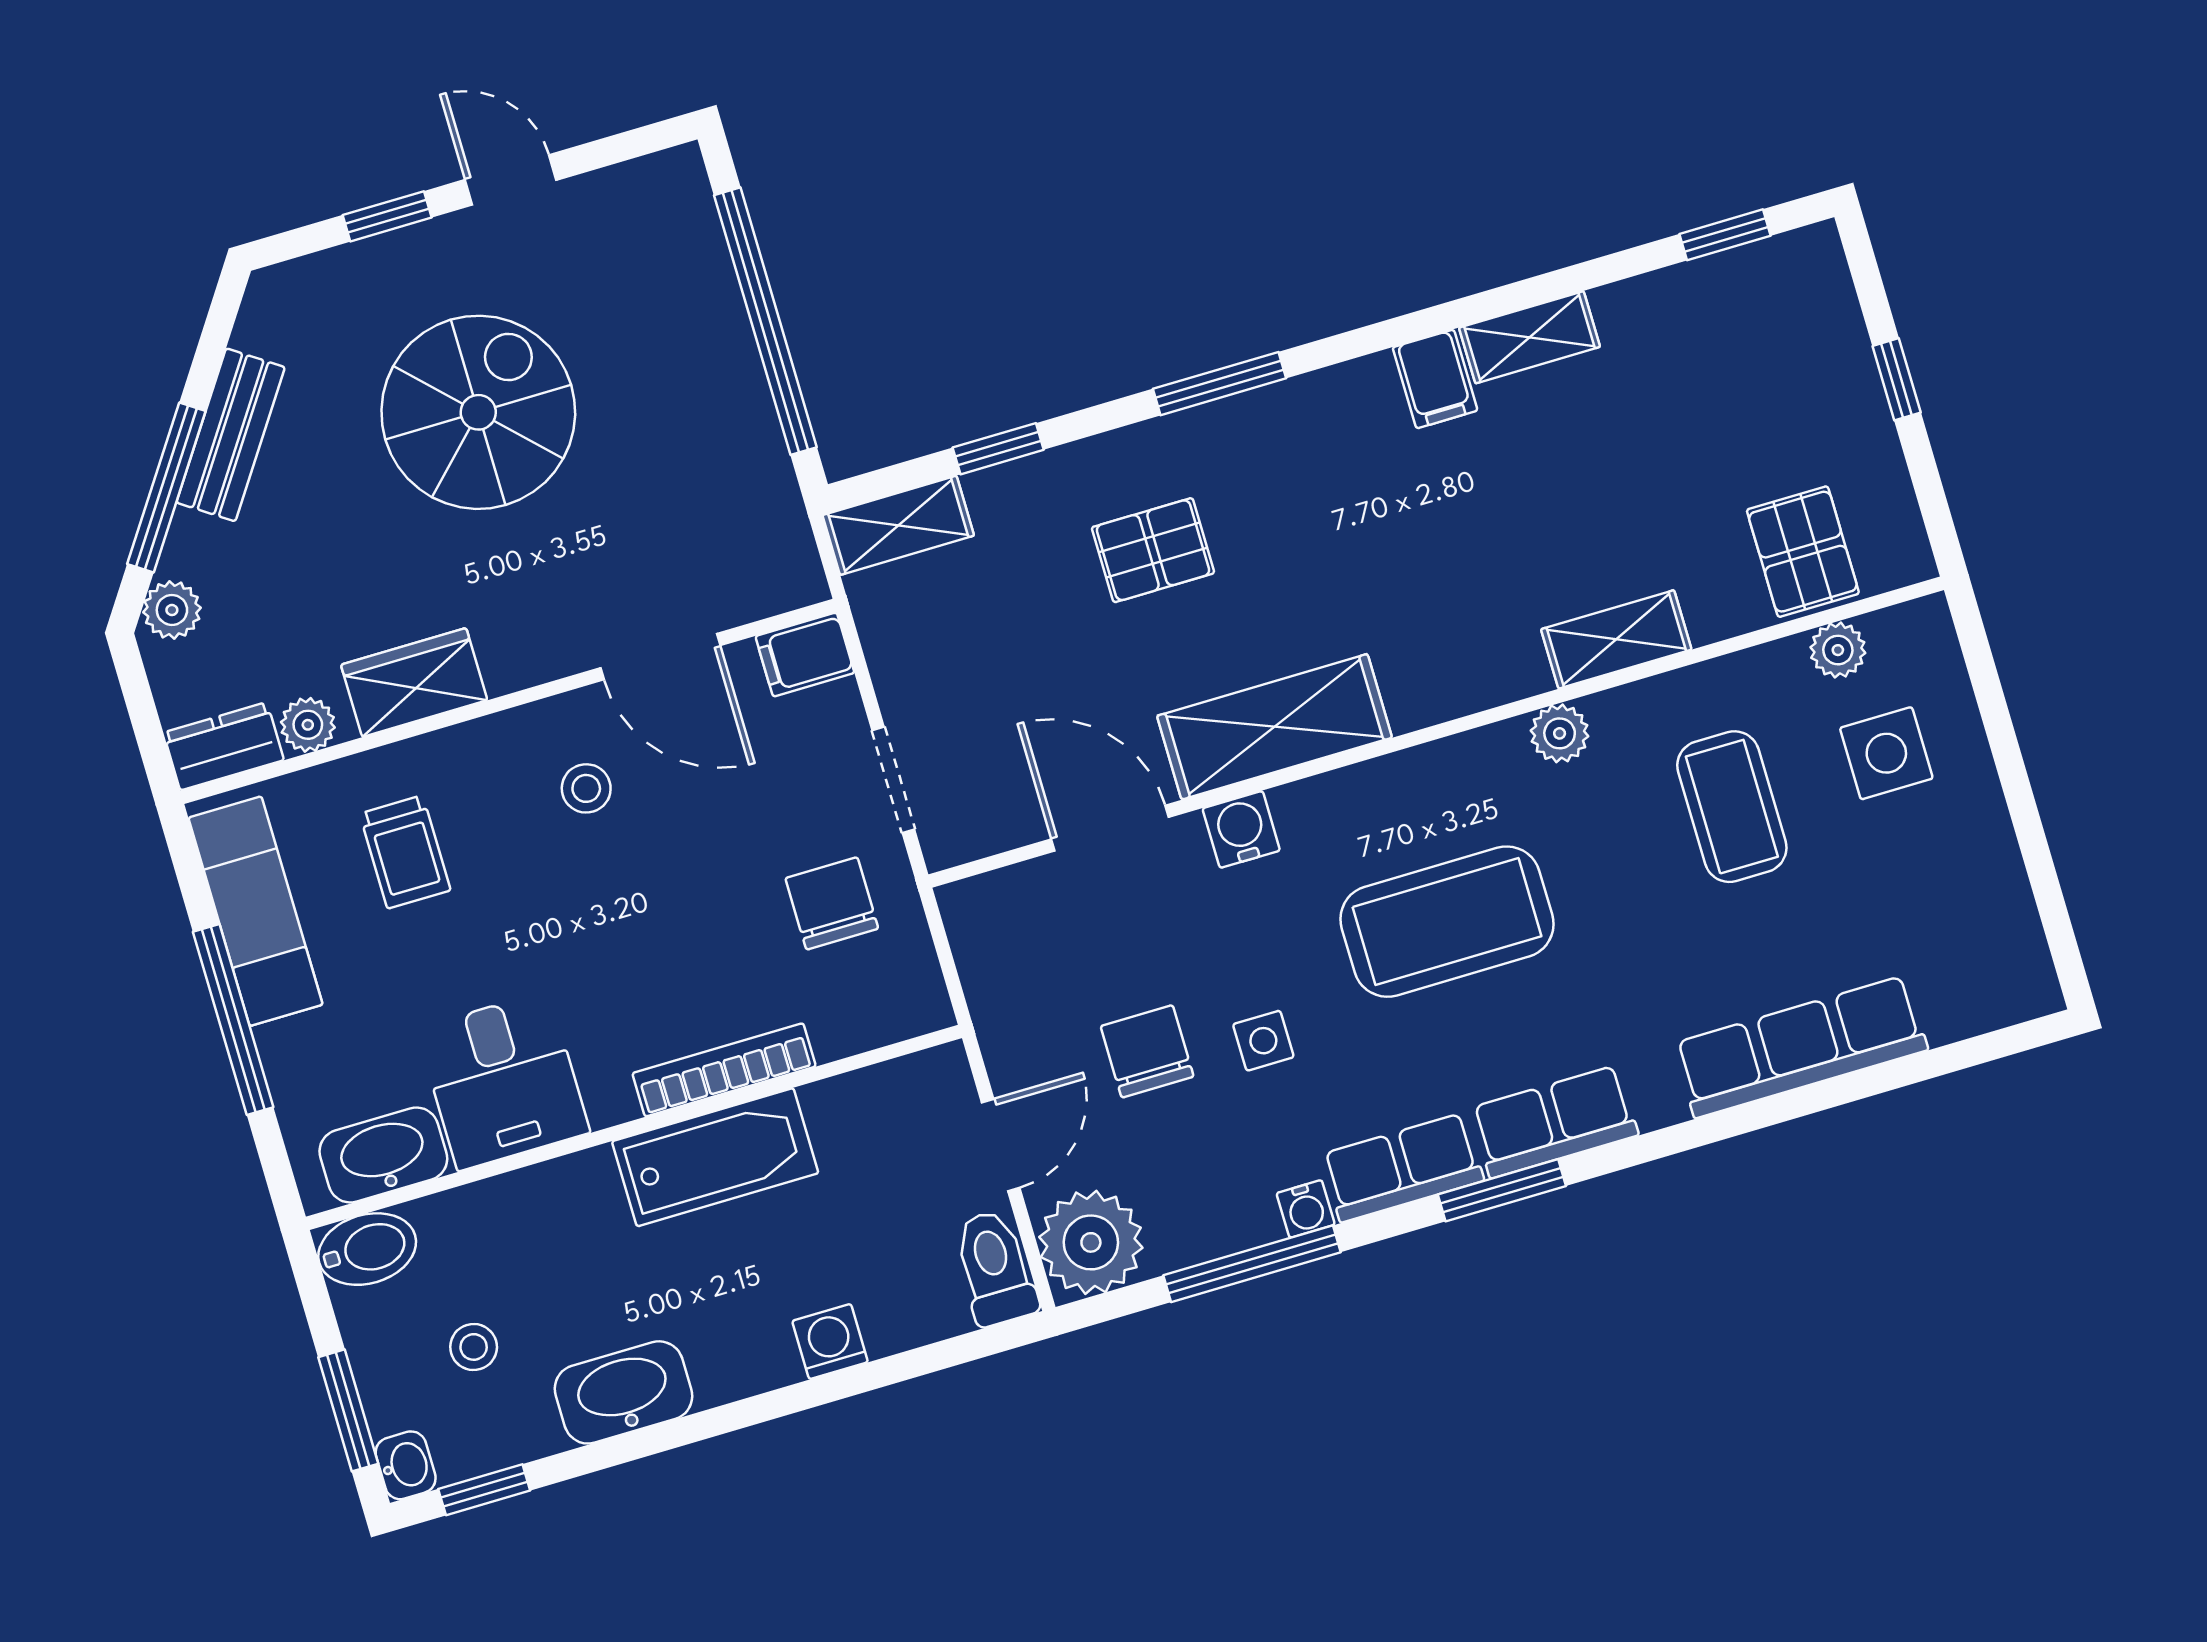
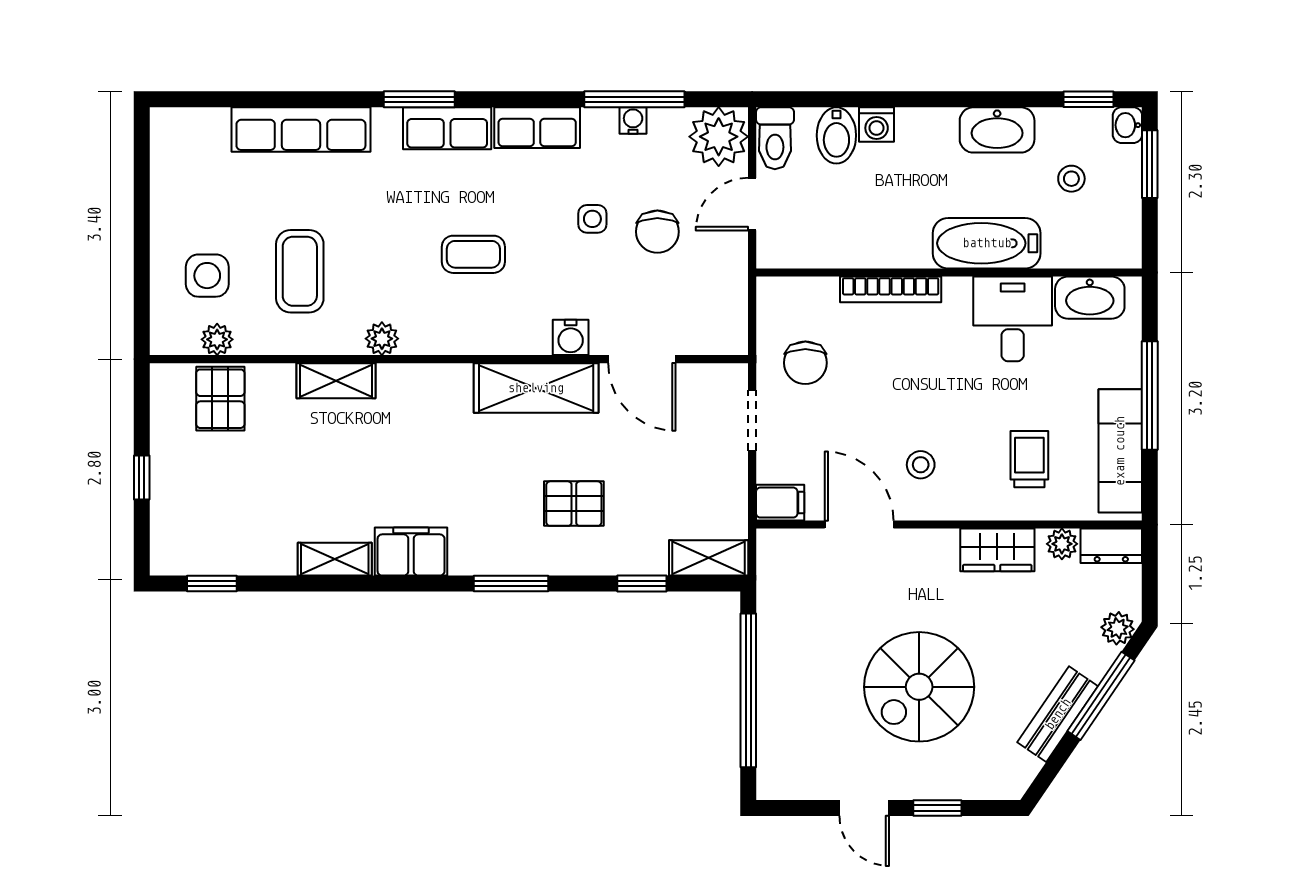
filing cabinet: (1435, 379) -> (411, 552), width x2.00
coffee table: (1447, 922) -> (473, 254), width x0.54, depth x0.58
bathtub: (715, 1157) -> (987, 243), moved
window: (1502, 1190) -> (419, 99), moved
water cooler: (1306, 1209) -> (633, 121), moved
bidet: (367, 1249) -> (836, 135), moved, turned -90

